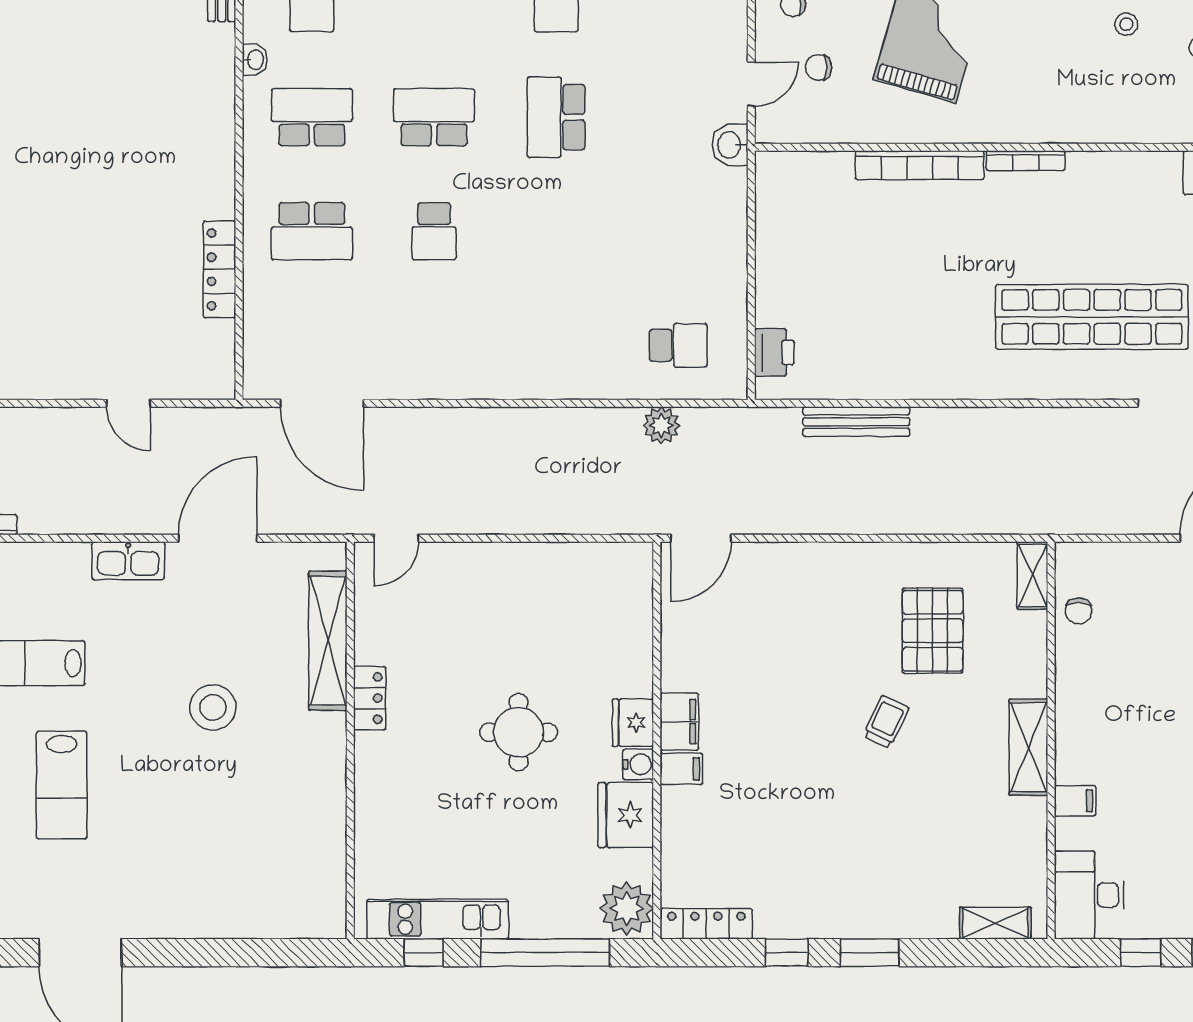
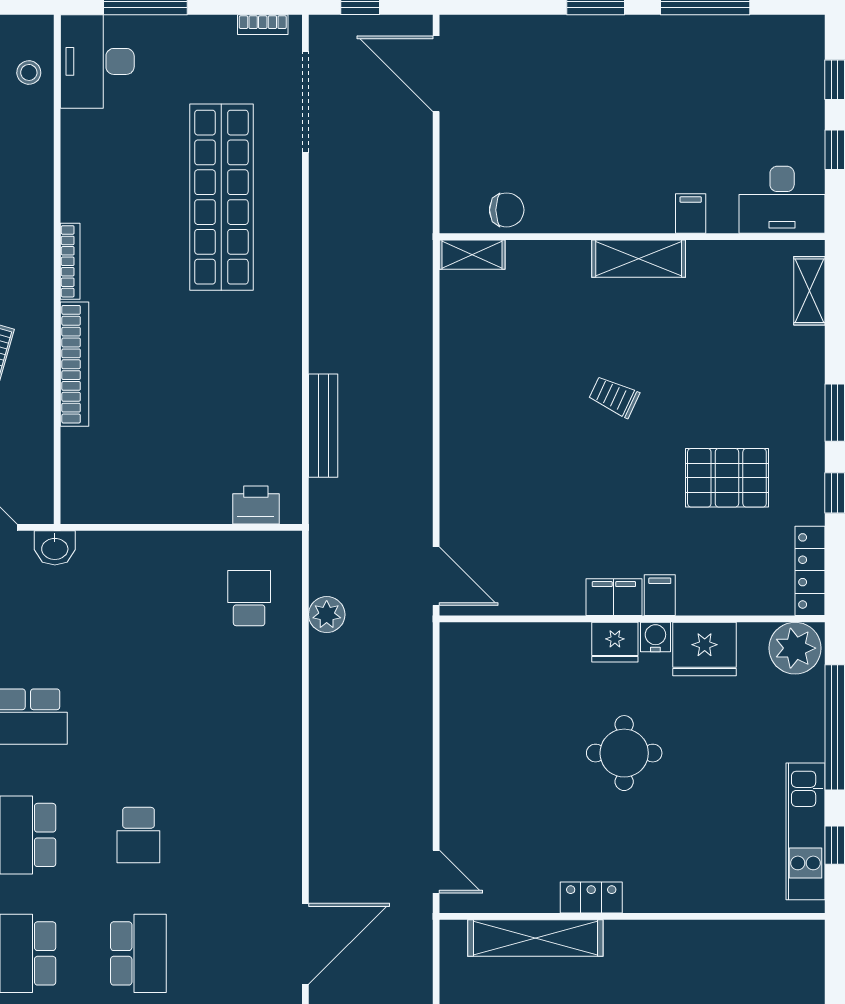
school desk: (434, 231) -> (138, 835), turned 90
chair: (1079, 611) -> (507, 210), width x1.37, depth x1.37
pallet: (933, 631) -> (727, 478), moved

